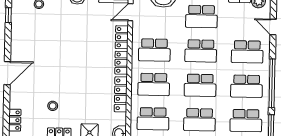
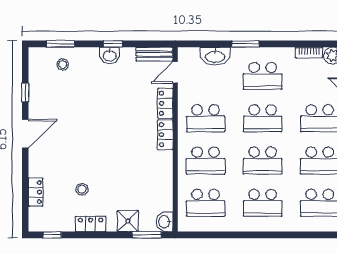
window: (8, 15) -> (25, 92), moved
door: (7, 73) -> (25, 134), moved
locker: (121, 94) -> (165, 174), removed
locker: (15, 120) -> (36, 192), moved

